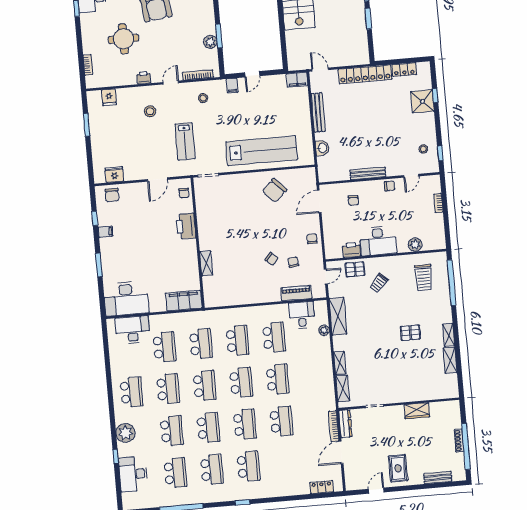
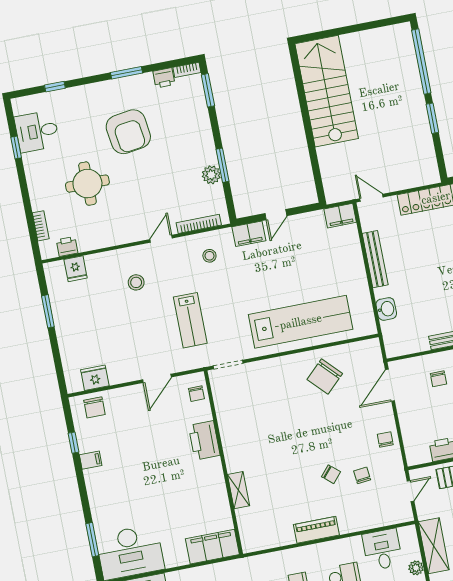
printer: (144, 78) -> (67, 246), moved
filing cabinet: (232, 86) -> (249, 234), width x2.00
window: (99, 265) -> (92, 540), moved
piano: (296, 293) -> (316, 530), moved

